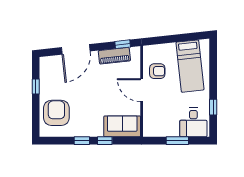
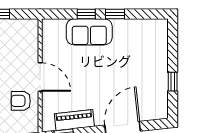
armchair: (56, 113) -> (147, 49), removed
sofa: (122, 126) -> (89, 32), moved

